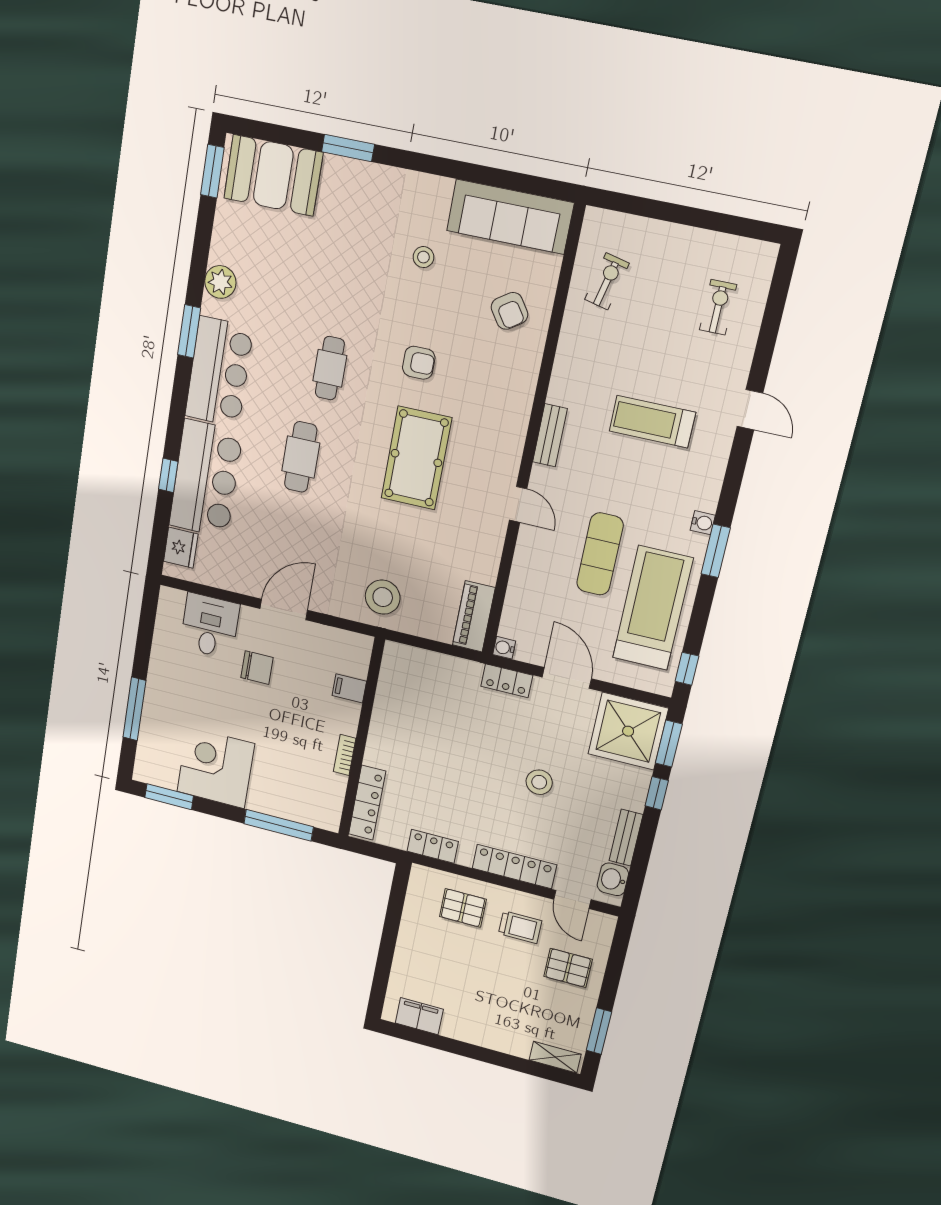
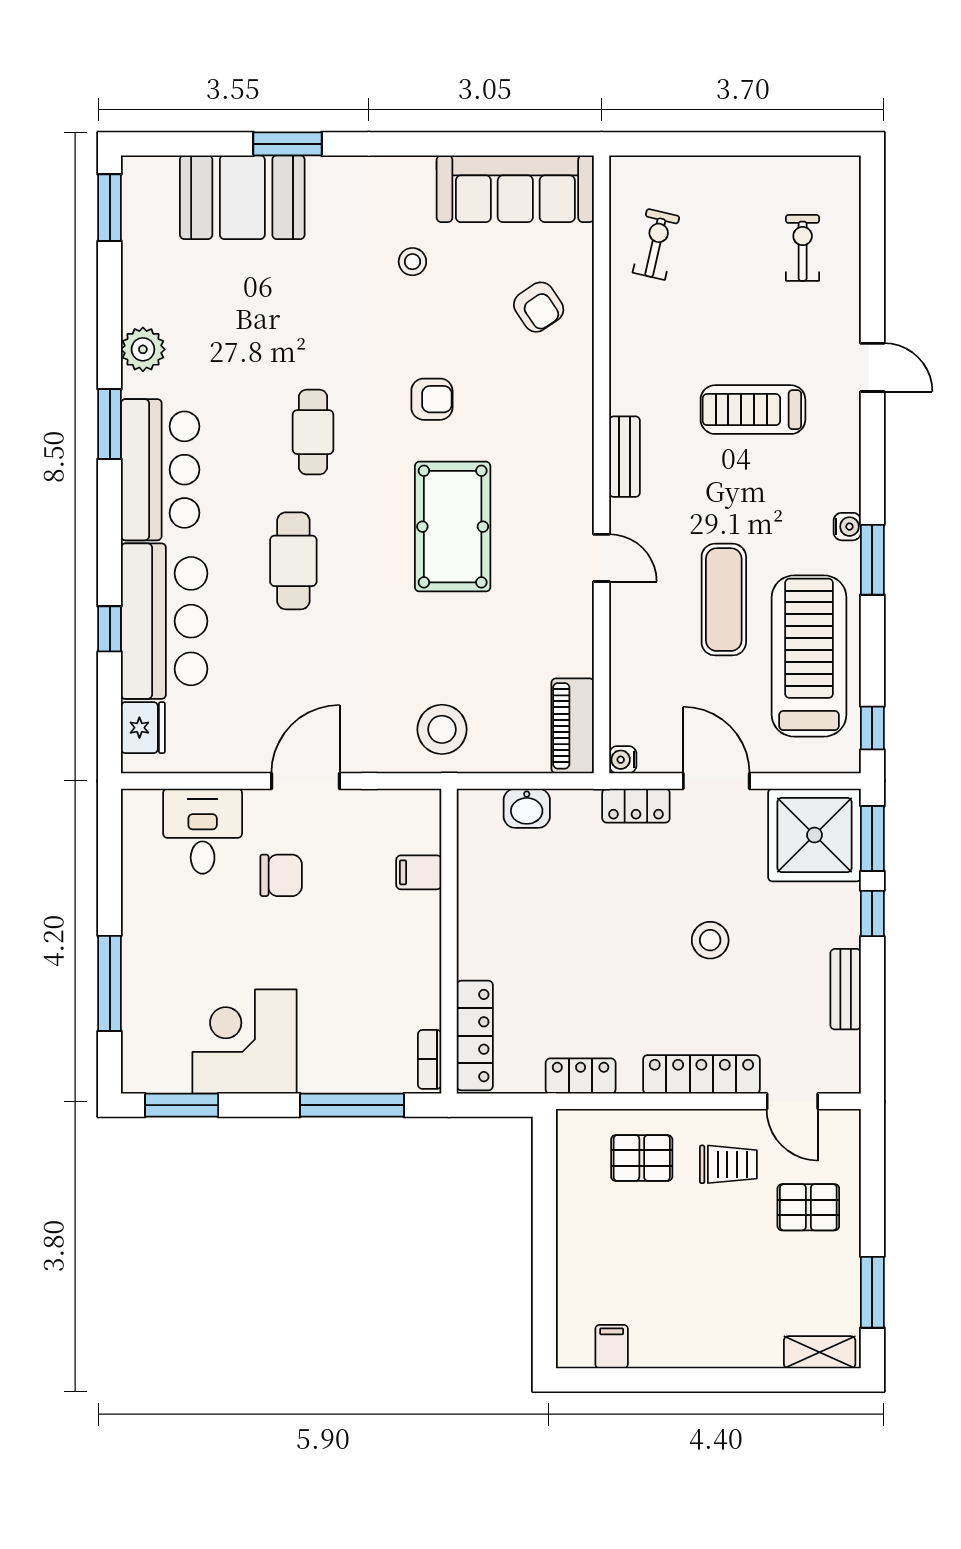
booth: (273, 175) -> (242, 197), moved
bookcase: (345, 755) -> (430, 1059), moved
washbasin: (613, 879) -> (527, 808), moved, turned -90
filing cabinet: (419, 1016) -> (612, 1347), width x0.50

